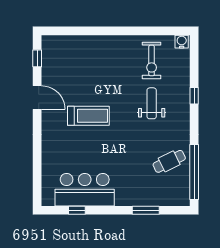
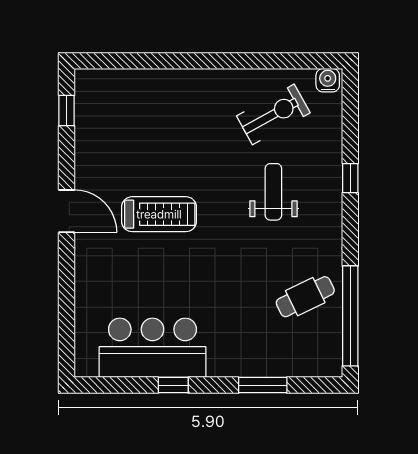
exercise bike: (152, 61) -> (273, 114), turned -119
door: (37, 98) -> (67, 211), moved
window: (77, 210) -> (173, 385), moved

